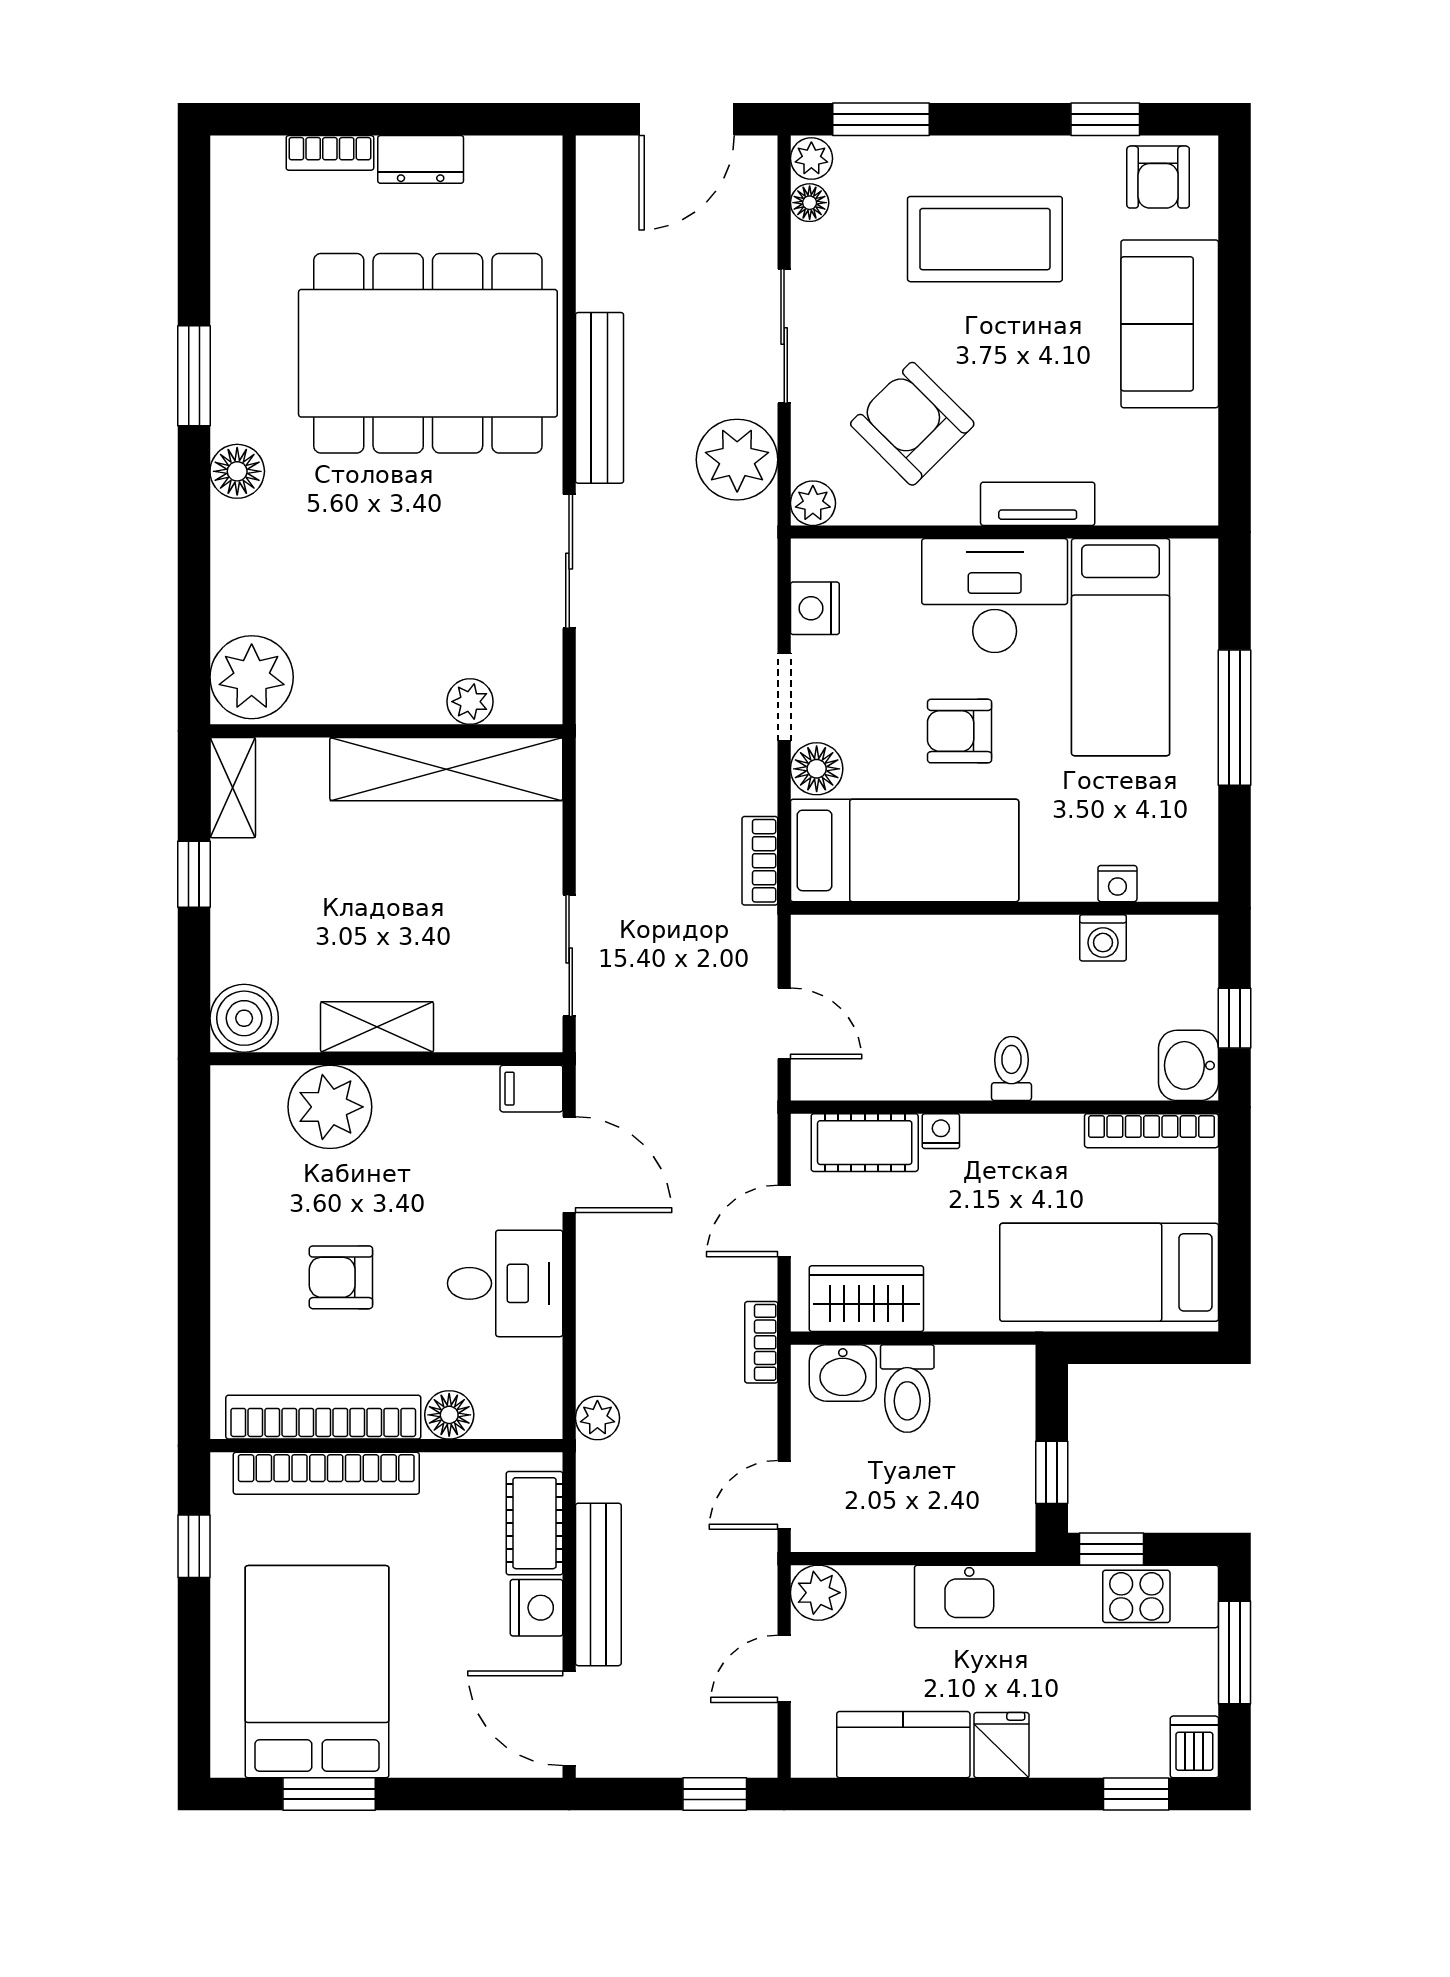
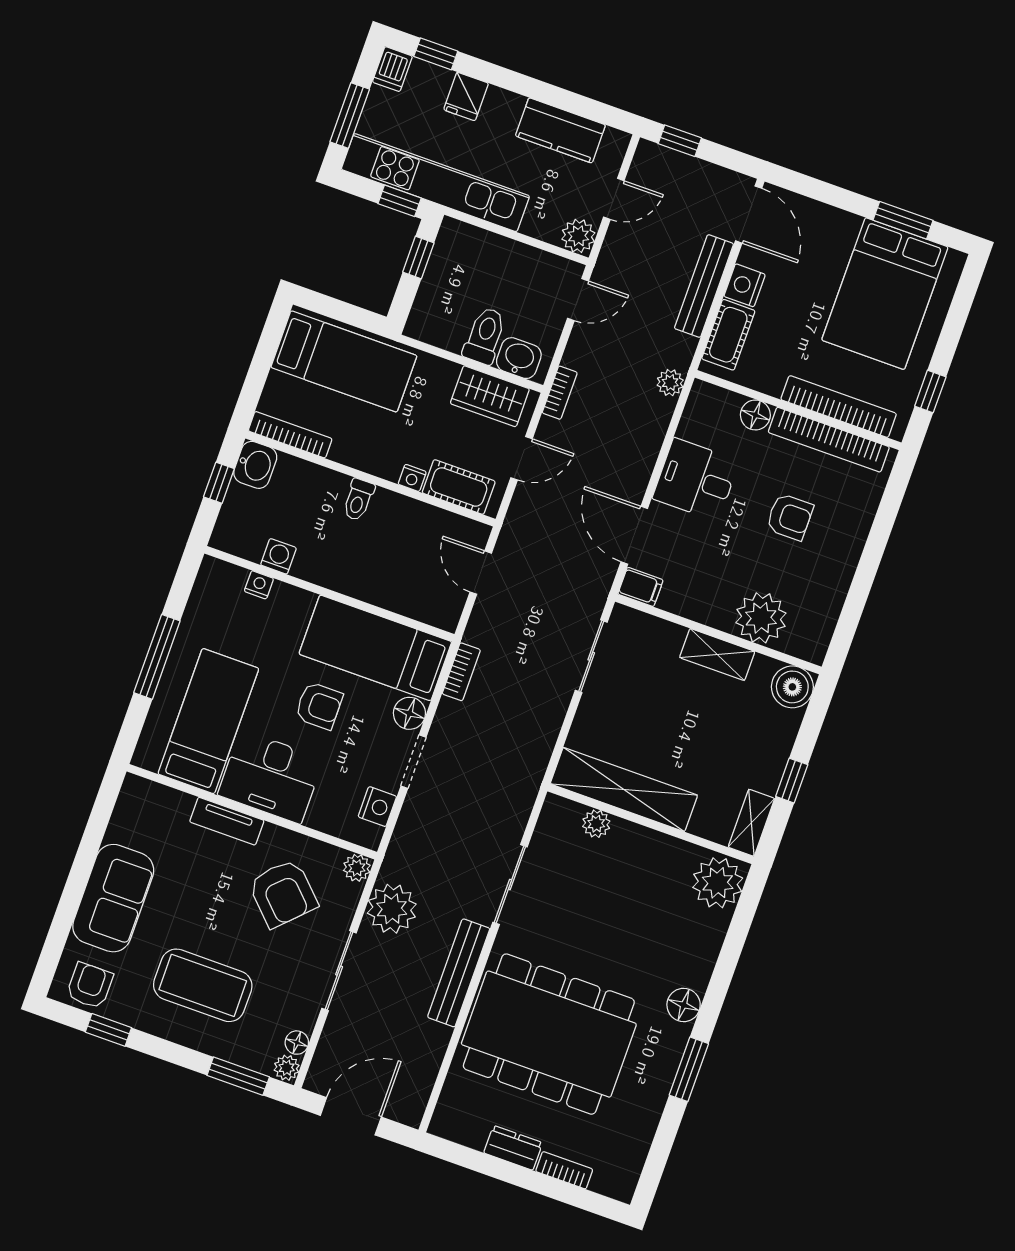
fridge: (1002, 1745) -> (466, 96), moved

